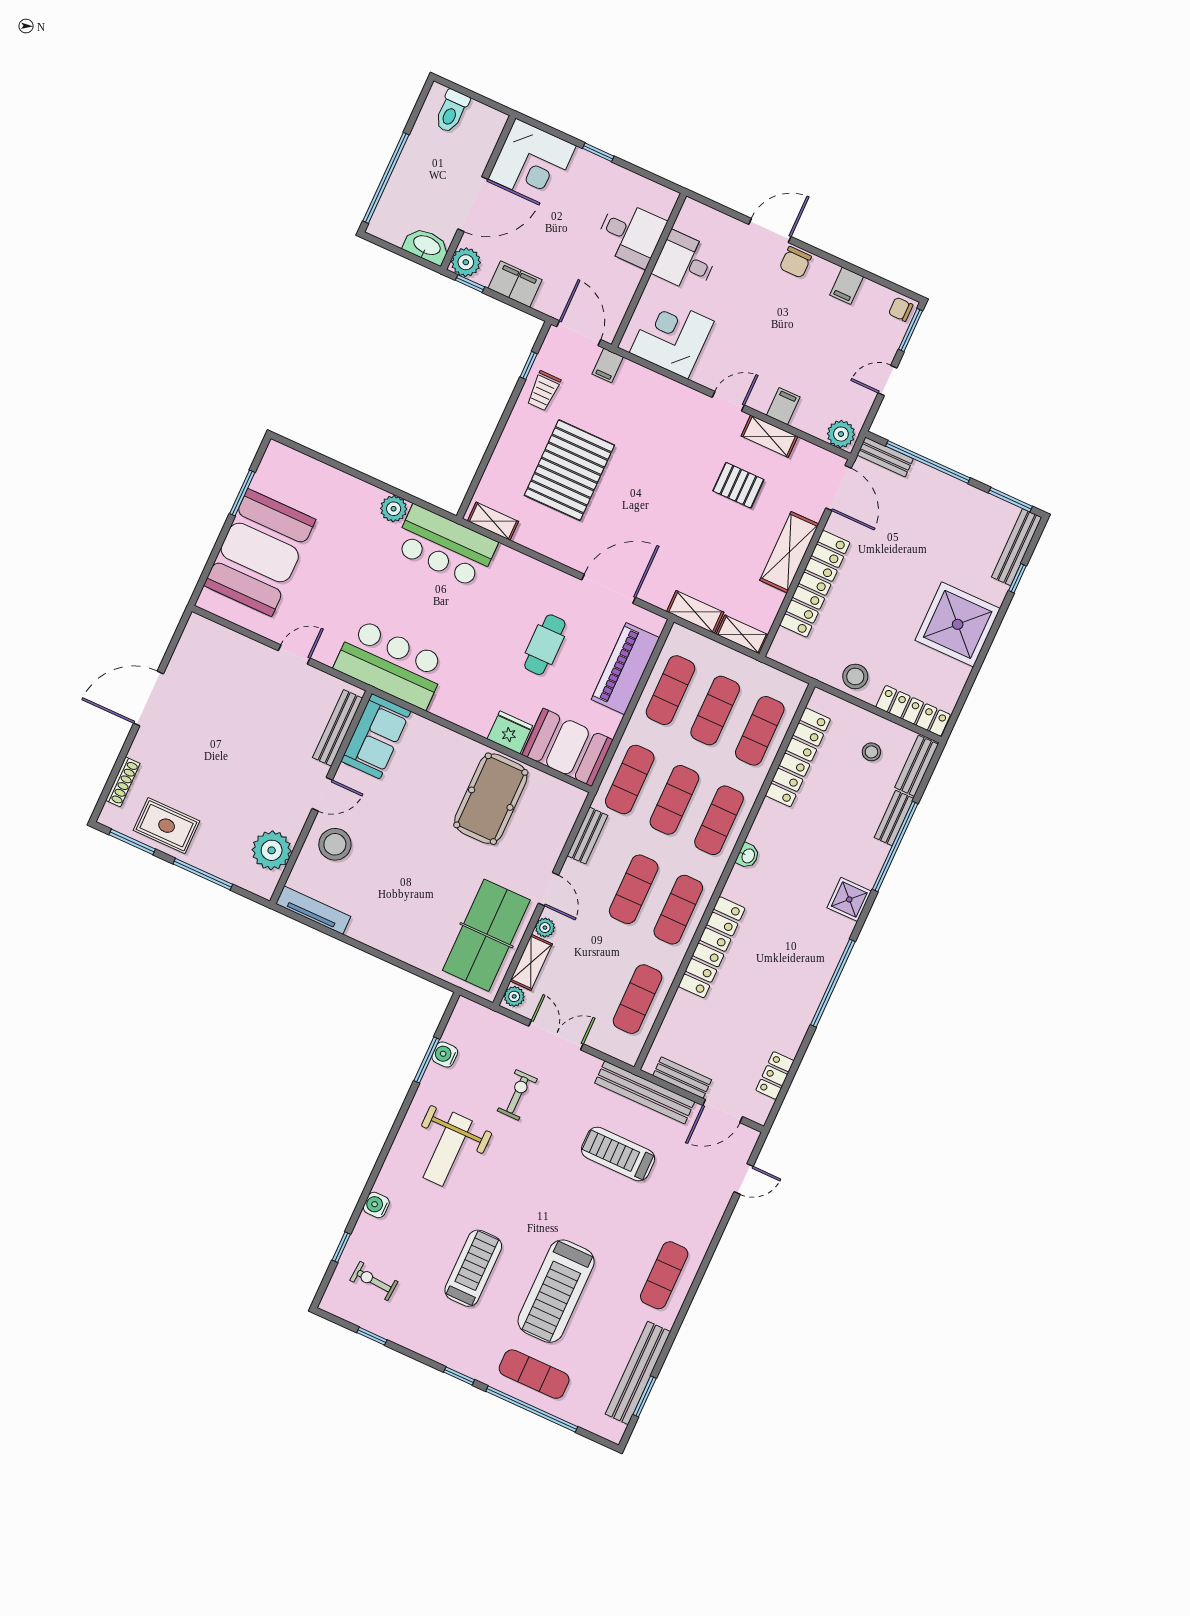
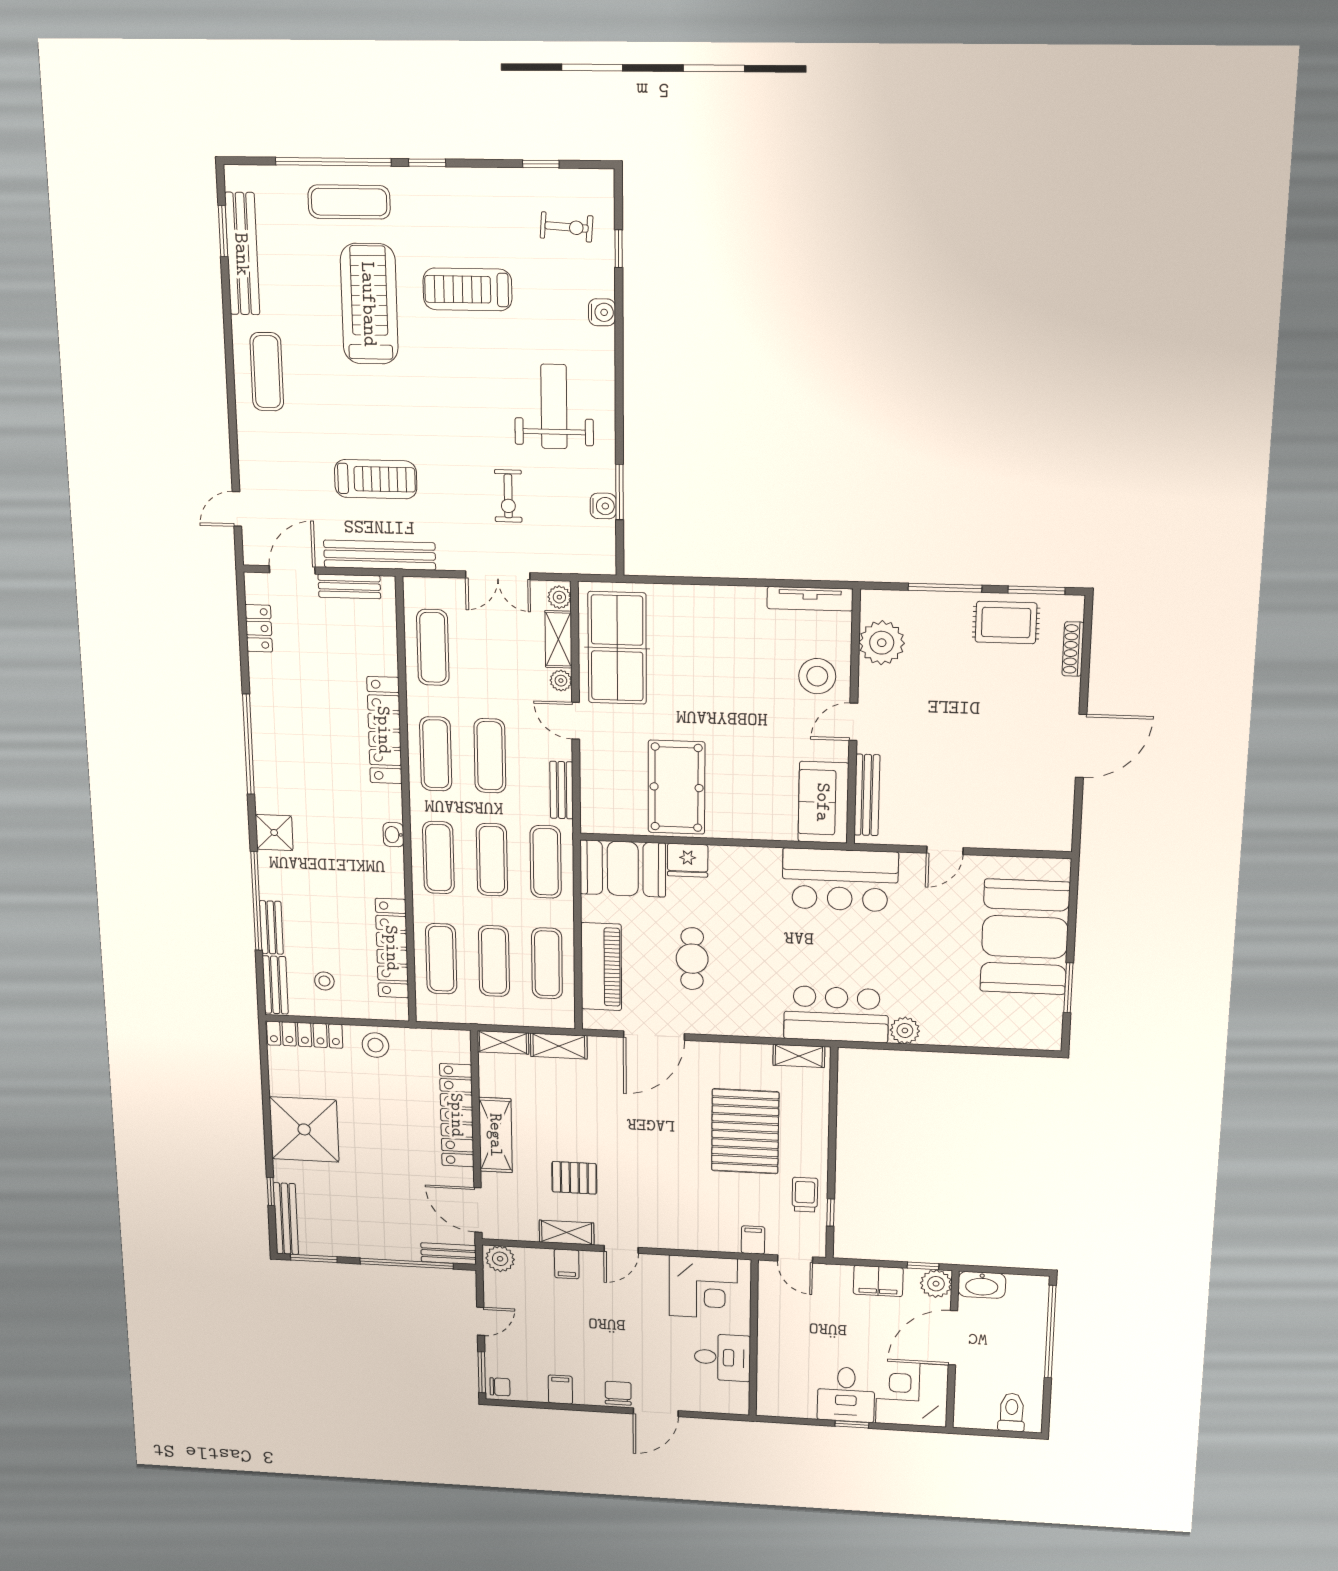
desk: (630, 234) -> (846, 1394), moved, turned -90
door: (579, 333) -> (795, 1259), width x0.73
treadmill: (473, 1268) -> (467, 289), turned 90

